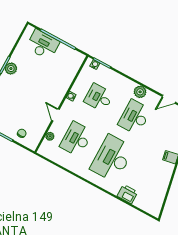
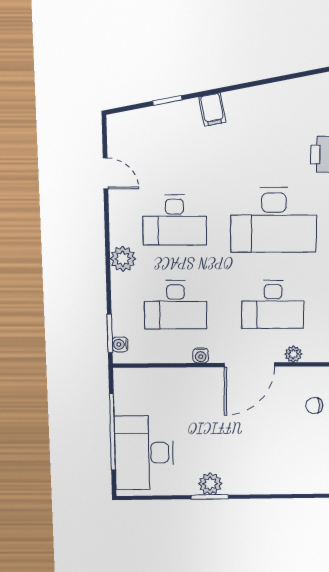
desk: (43, 45) -> (144, 453), width x1.36, depth x1.30
plant: (140, 92) -> (123, 259), moved
desk: (99, 98) -> (176, 305), width x1.37
door: (55, 115) -> (249, 365), width x1.87

